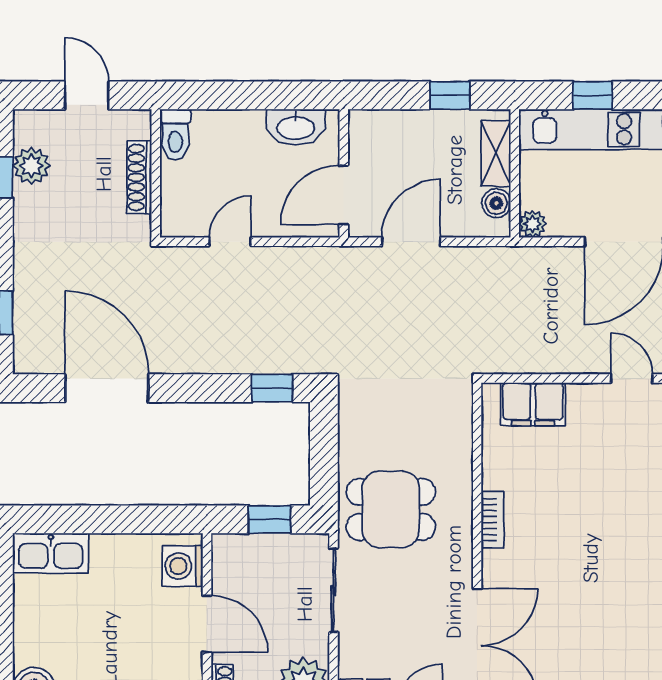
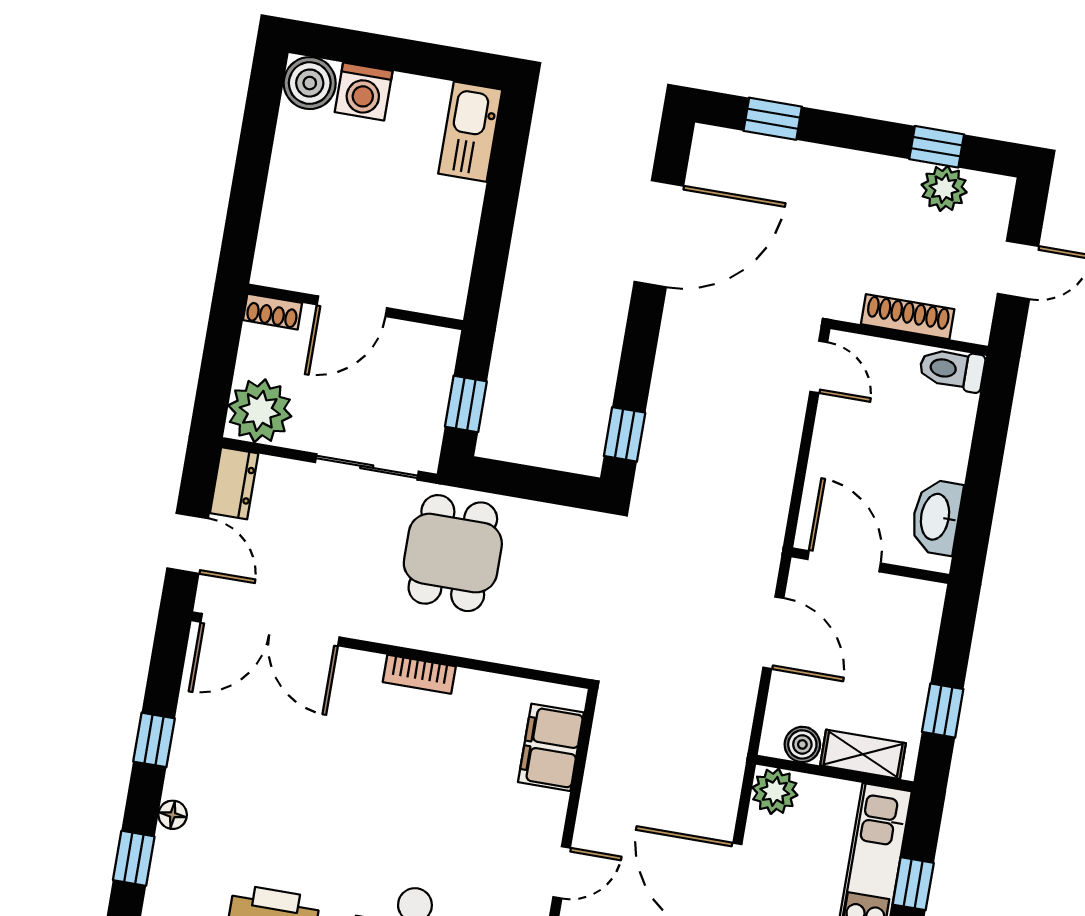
plant: (532, 224) -> (775, 791), width x1.38, depth x1.38
door: (230, 242) -> (819, 367), moved
washing machine: (182, 566) -> (364, 91), moved, turned 180

